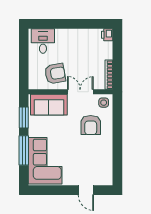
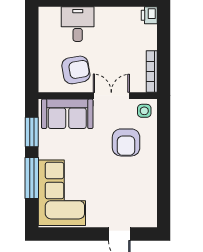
desk: (43, 41) -> (78, 24), moved

